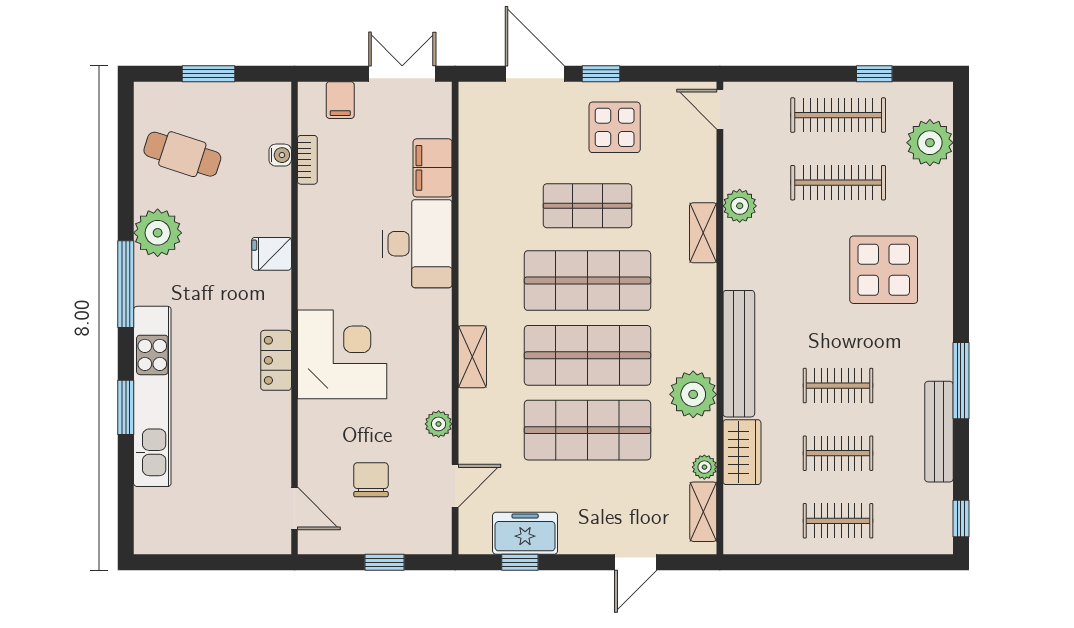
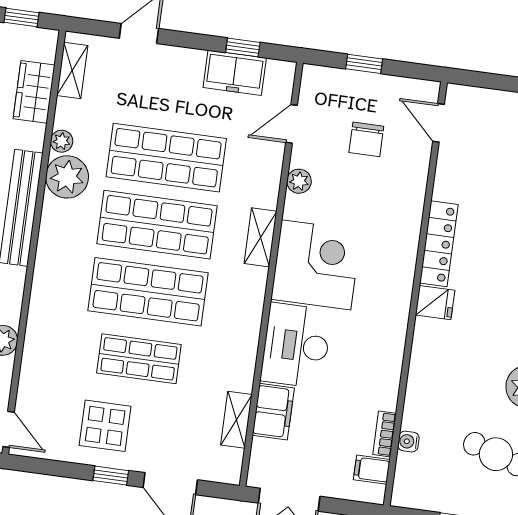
filing cabinet: (340, 100) -> (372, 470), moved, turned -90
shelving: (703, 233) -> (236, 420), moved
fridge: (272, 254) -> (435, 303), moved
corner desk: (342, 354) -> (316, 265), moved, turned 180
locker: (276, 360) -> (439, 244), width x1.53
wardrobe: (742, 452) -> (34, 92), moved
plant: (704, 467) -> (62, 141), moved
window: (767, 562) -> (21, 18), added

